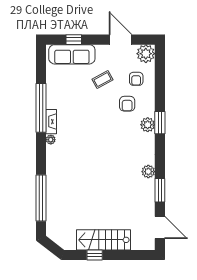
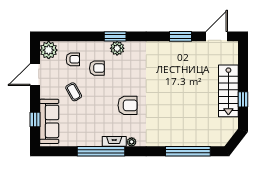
armchair: (88, 135) -> (128, 105), added
plant: (148, 172) -> (162, 48), removed

